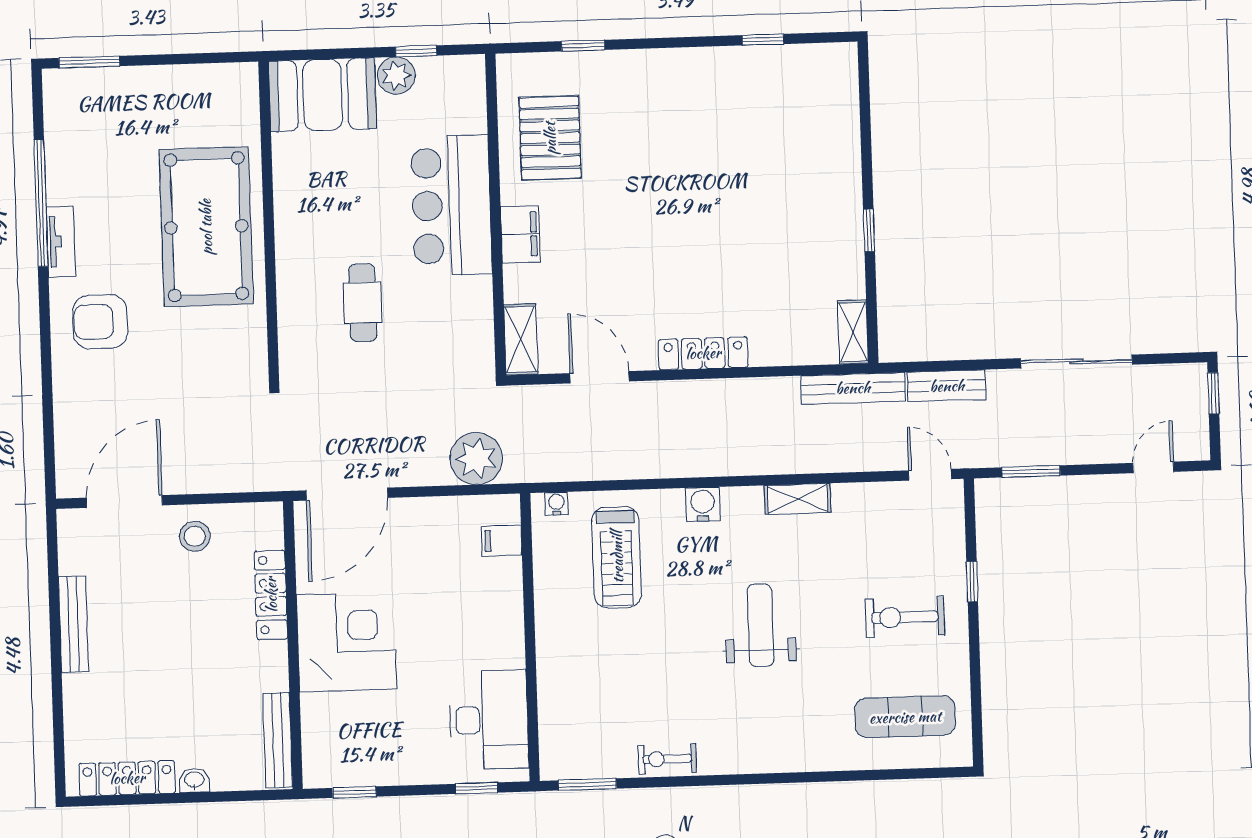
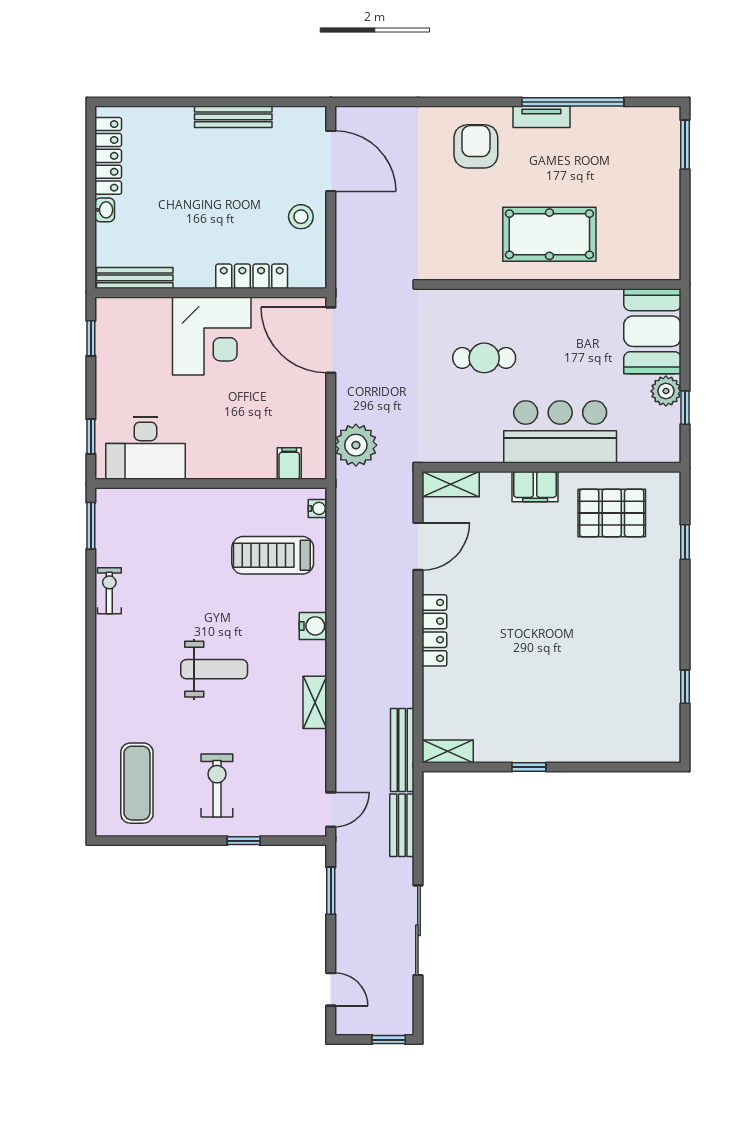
pool table: (206, 227) -> (549, 234), width x0.73, depth x0.76

